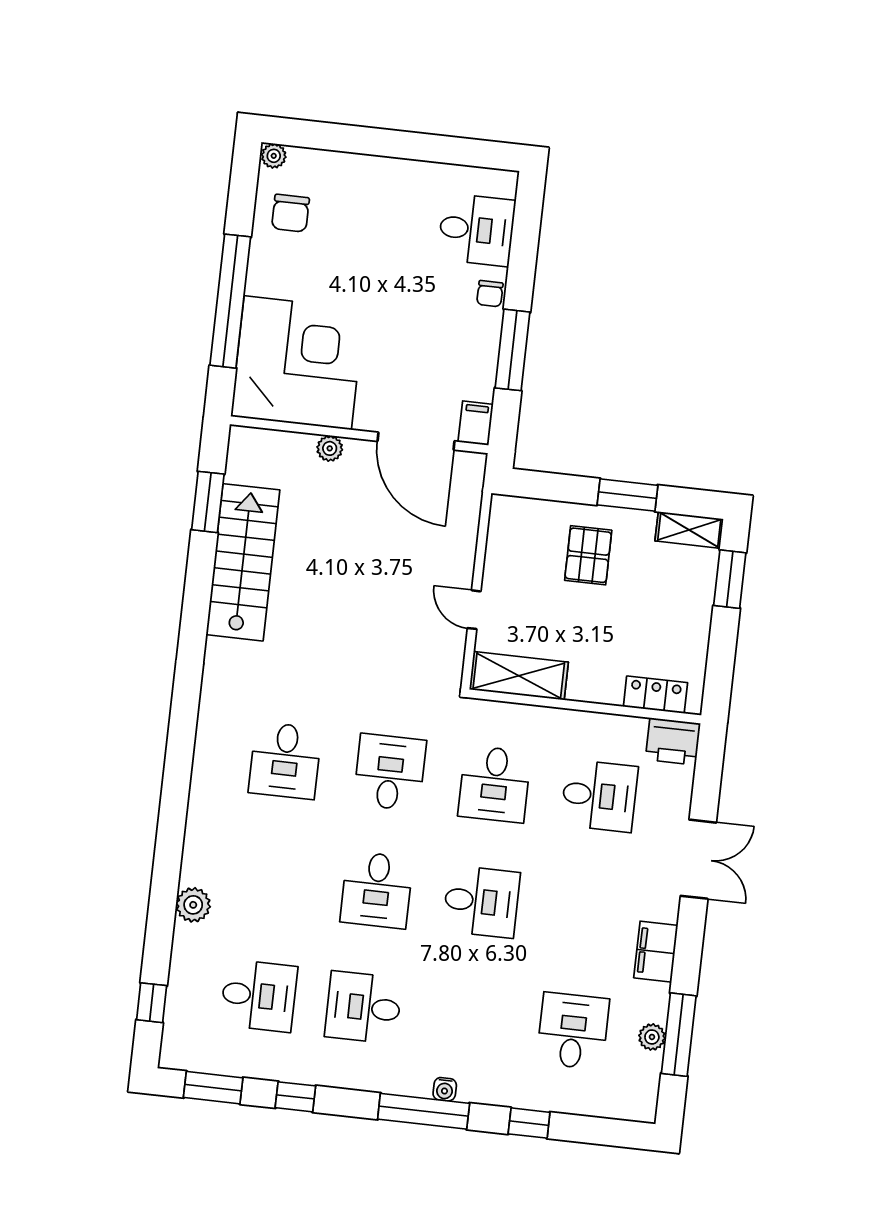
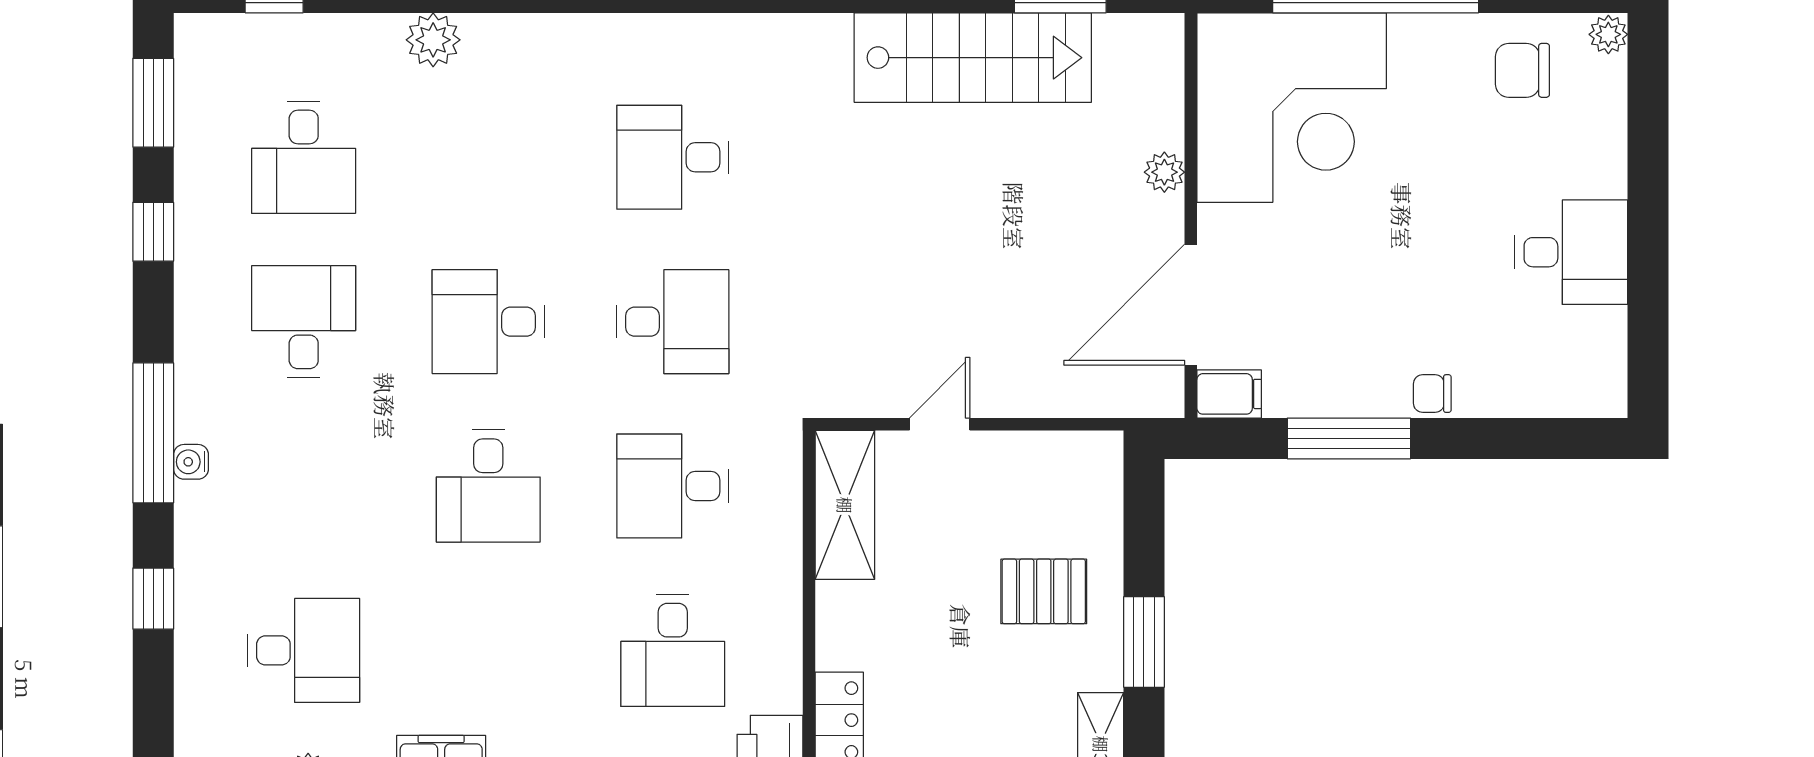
desk: (477, 230) -> (1571, 252), moved, turned -90

